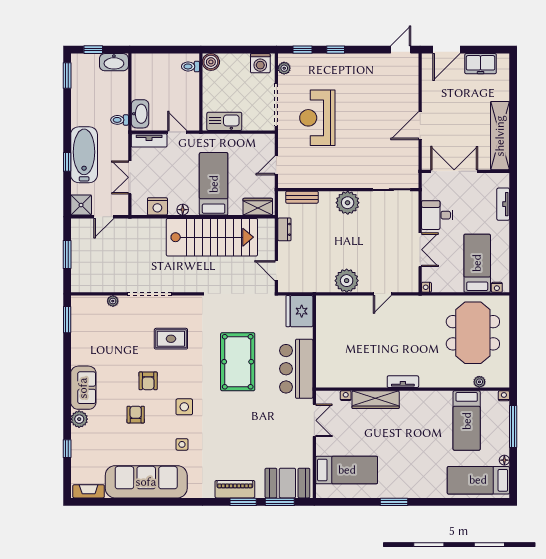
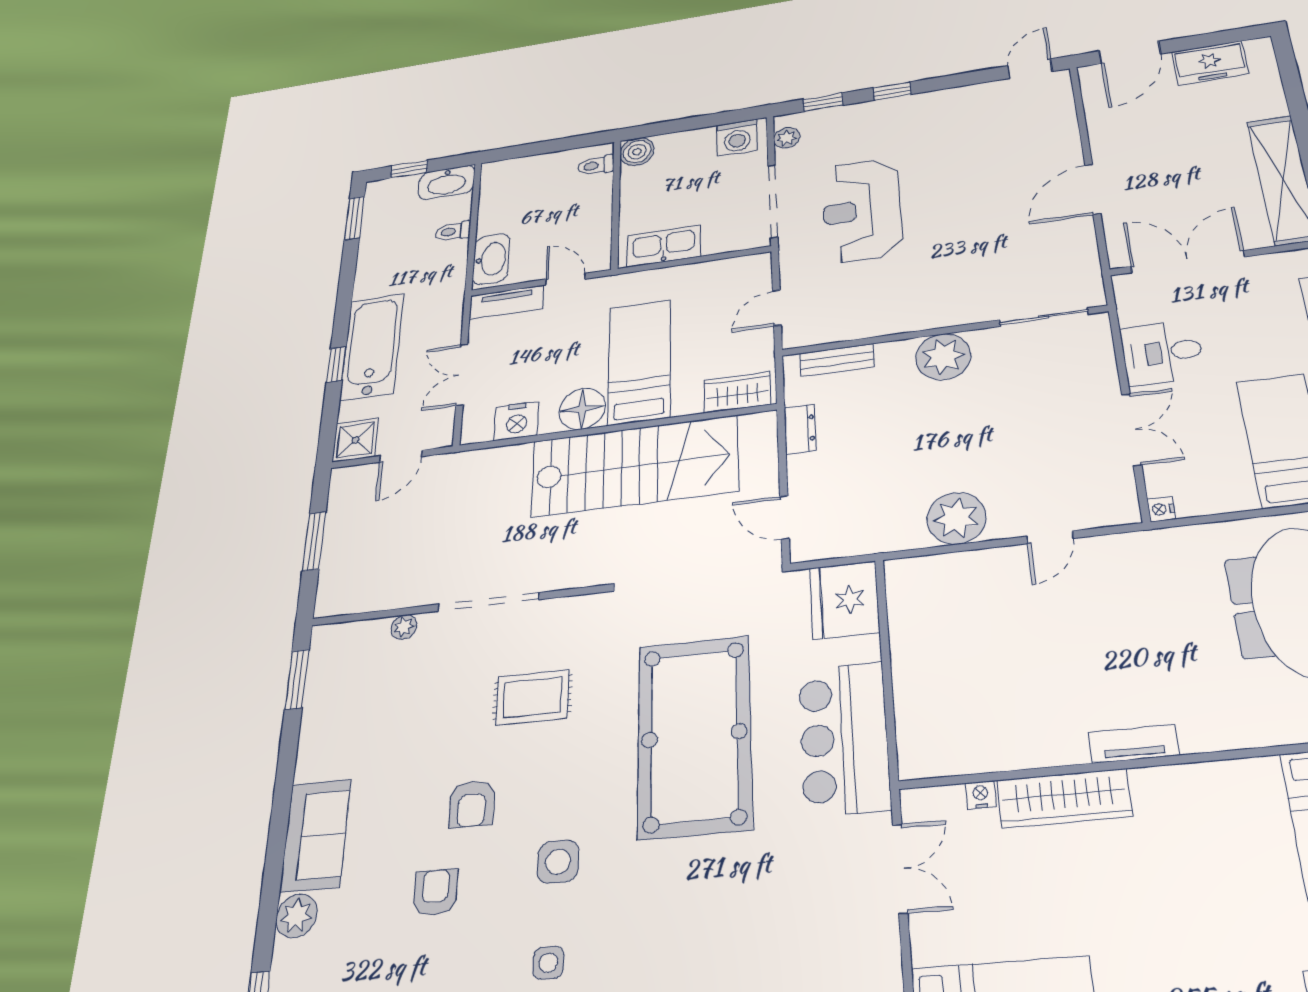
toilet: (120, 120) -> (453, 231), moved
floor lamp: (183, 210) -> (582, 409), width x1.89, depth x1.89
pool table: (238, 362) -> (694, 736), width x1.36, depth x1.32

